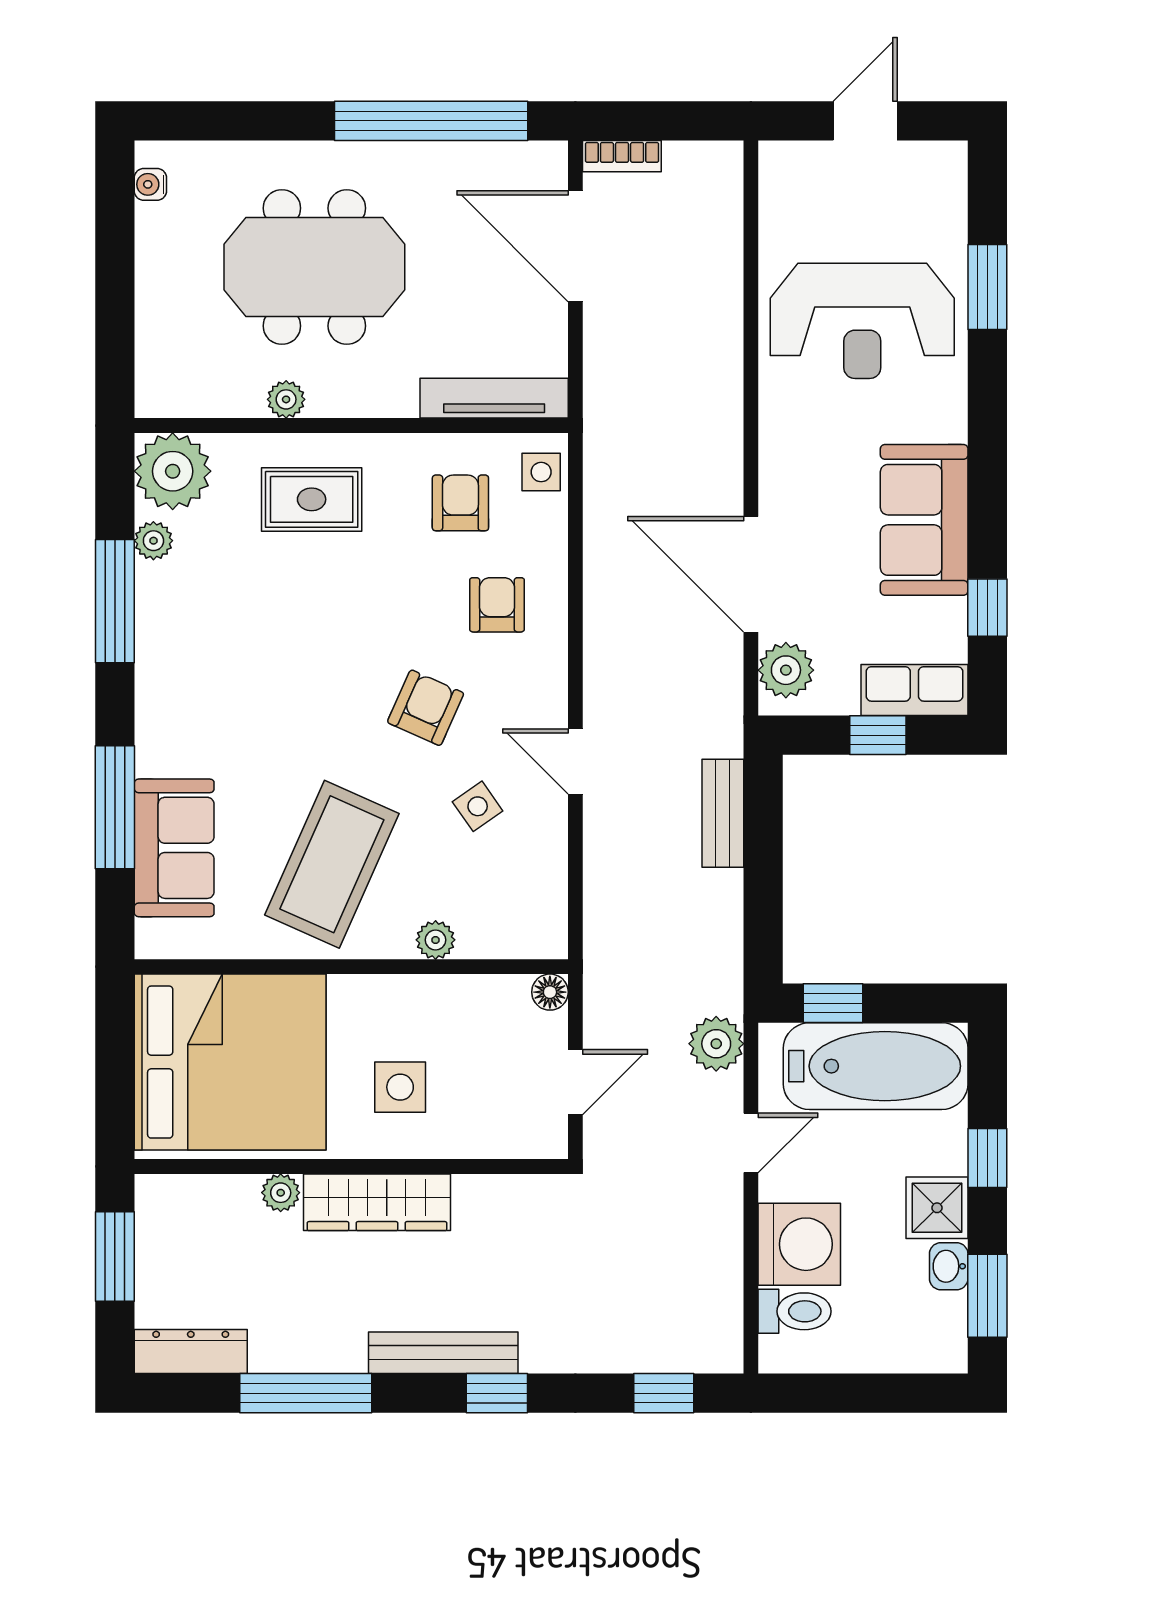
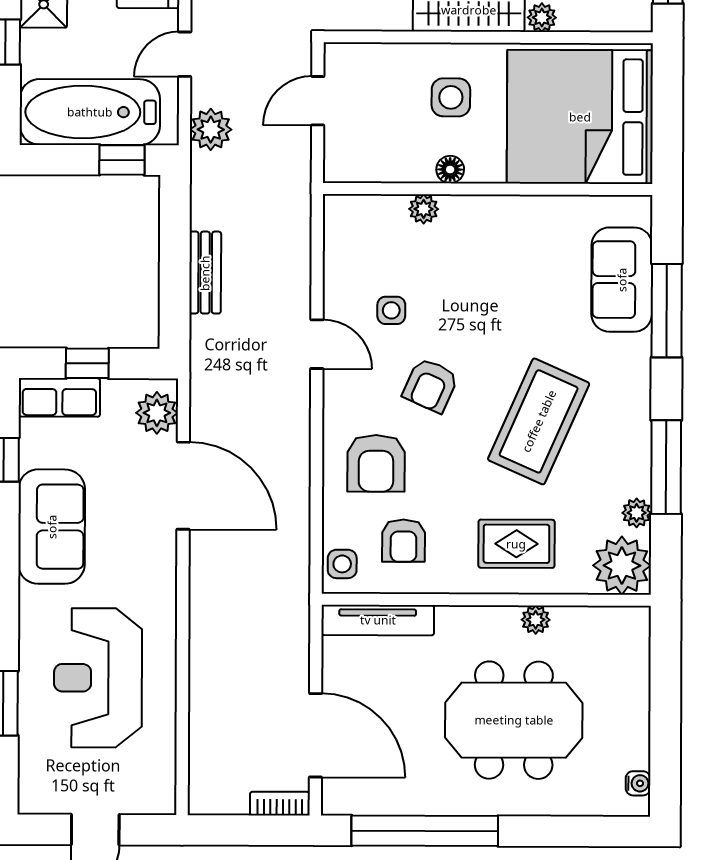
reception desk: (862, 321) -> (98, 678), turned -90
armchair: (497, 605) -> (376, 463), width x1.38, depth x1.38
side table: (478, 806) -> (391, 310), turned 35
bench: (723, 813) -> (205, 273), moved
coffee table: (332, 864) -> (539, 421), moved
floor lamp: (550, 992) -> (450, 170), moved

